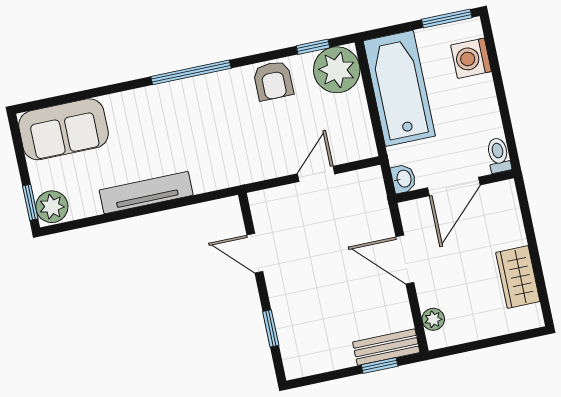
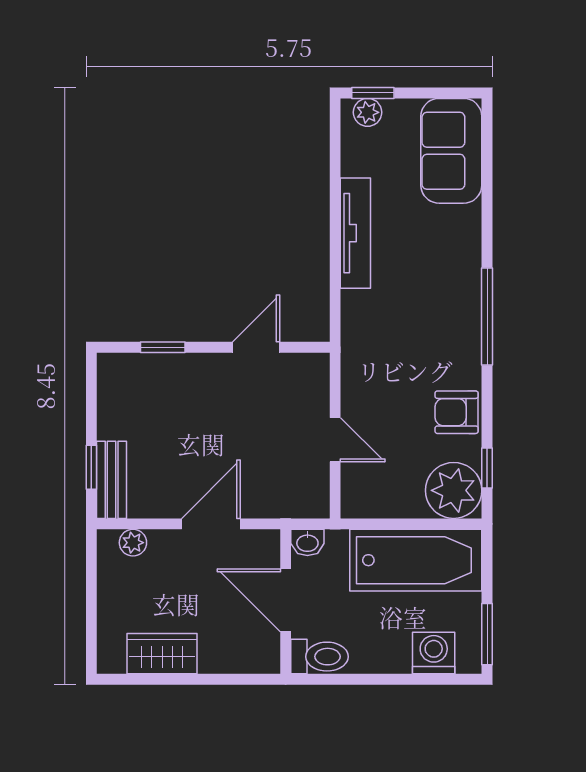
toilet: (498, 155) -> (320, 657), width x1.37, depth x1.39
plant: (52, 207) -> (368, 112), width x0.73, depth x0.73

